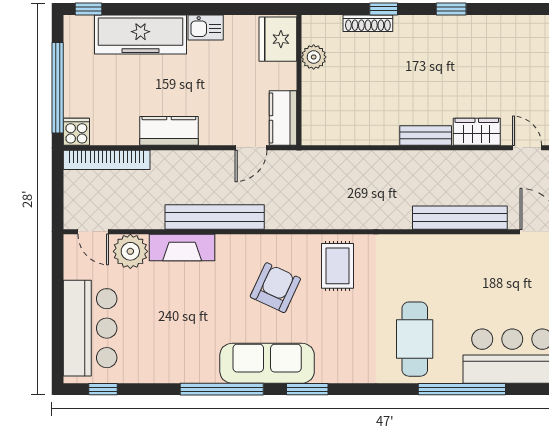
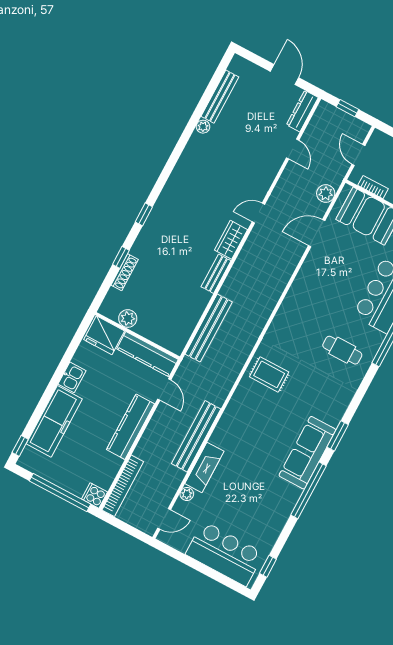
kitchen counter: (283, 118) -> (147, 354), width x1.50
kitchen counter: (169, 131) -> (130, 427), width x1.50
bench: (460, 218) -> (209, 328), moved
plant: (130, 251) -> (187, 494), width x0.53, depth x0.53
armchair: (275, 288) -> (262, 422), removed
cafe table: (415, 339) -> (342, 350), width x0.73, depth x0.74

